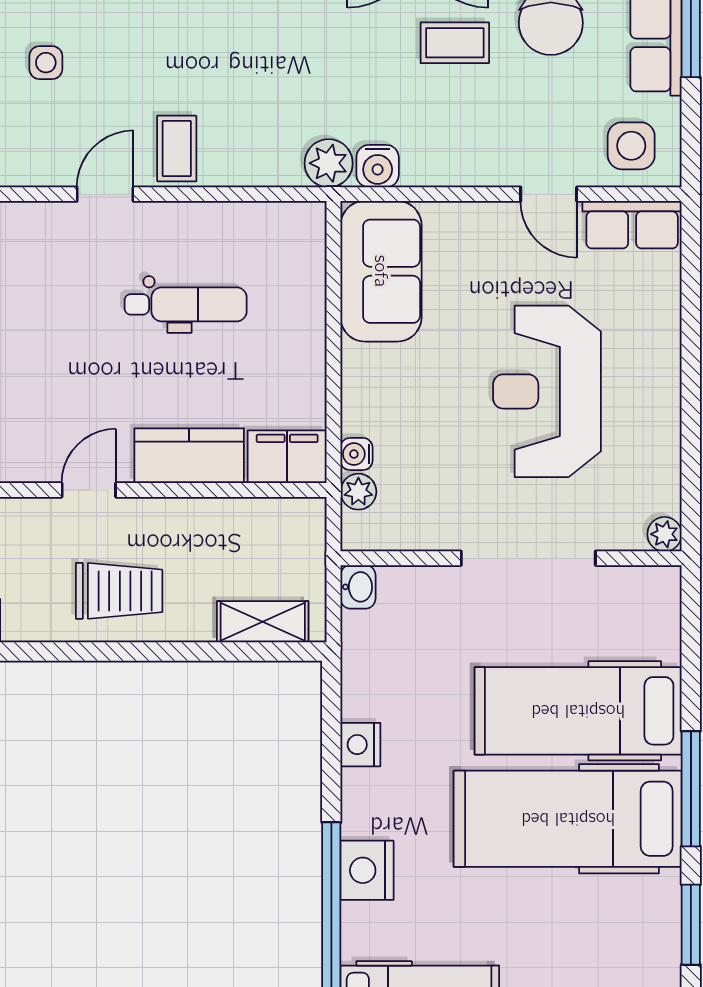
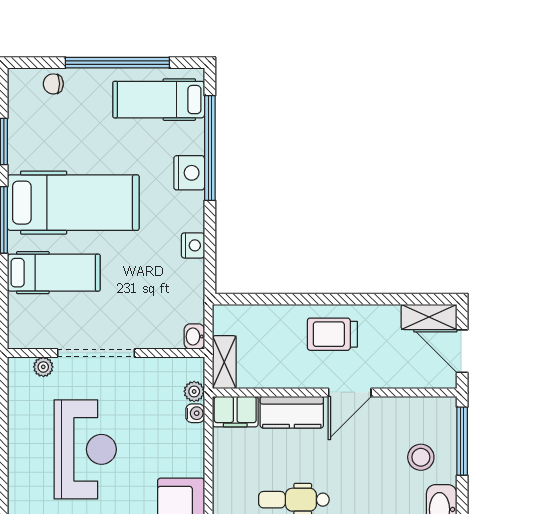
door: (89, 490) -> (350, 392), width x1.38
plant: (665, 534) -> (43, 367), moved
shelving: (263, 622) -> (224, 362), moved, turned 90
hospital bed: (578, 711) -> (54, 273), width x0.73, depth x0.78

